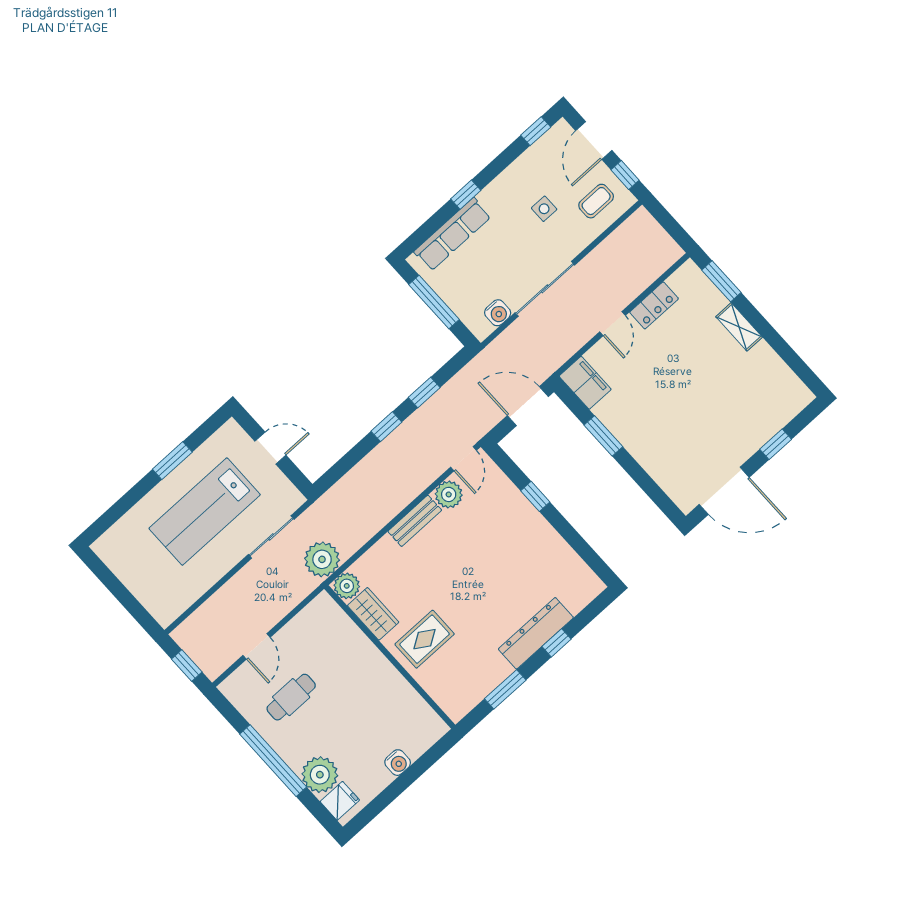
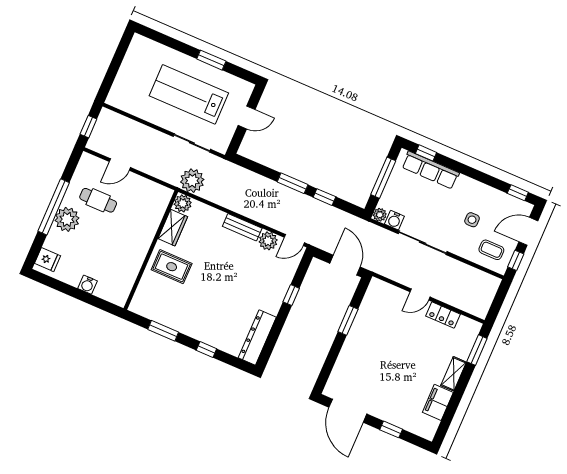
window: (466, 195) -> (426, 153), moved
plant: (481, 329) -> (380, 215), added
filing cabinet: (585, 383) -> (438, 402), moved, turned 180
window: (386, 427) -> (293, 183), width x1.50
door: (270, 448) -> (247, 117), hinge flipped
dresser: (536, 633) -> (257, 338), moved, turned -90
plant: (320, 775) -> (67, 219), moved

